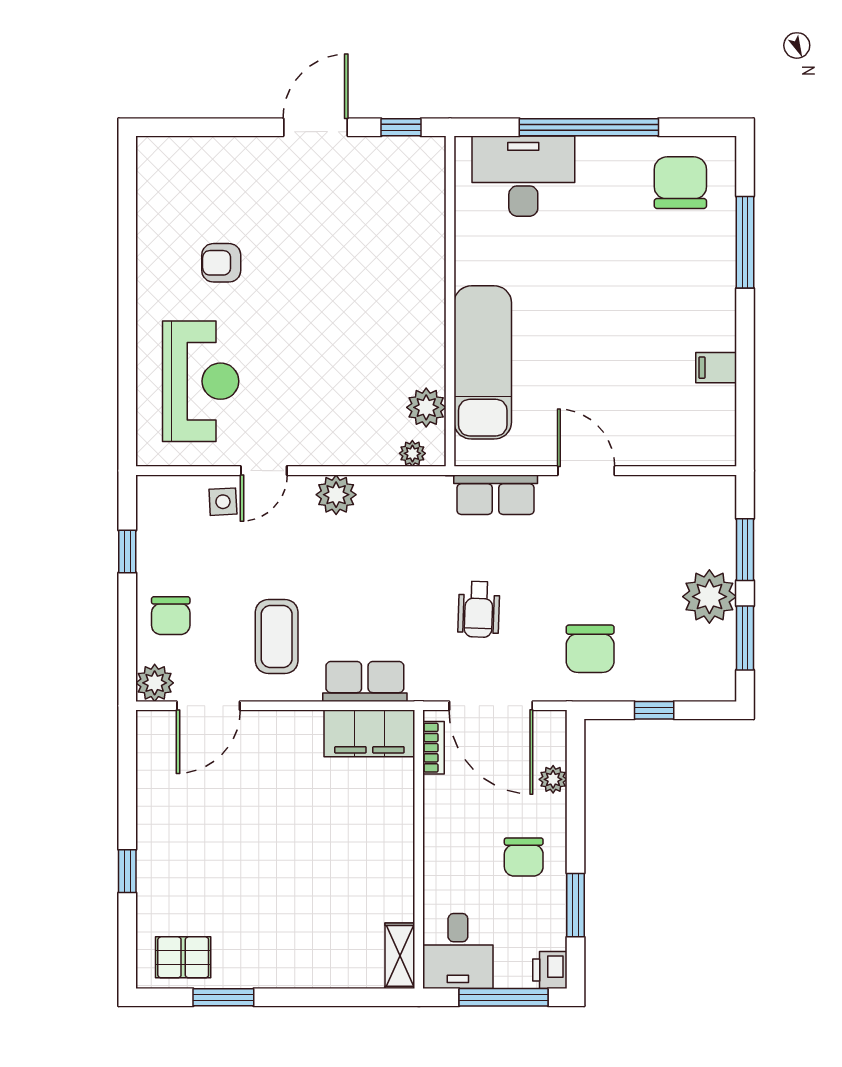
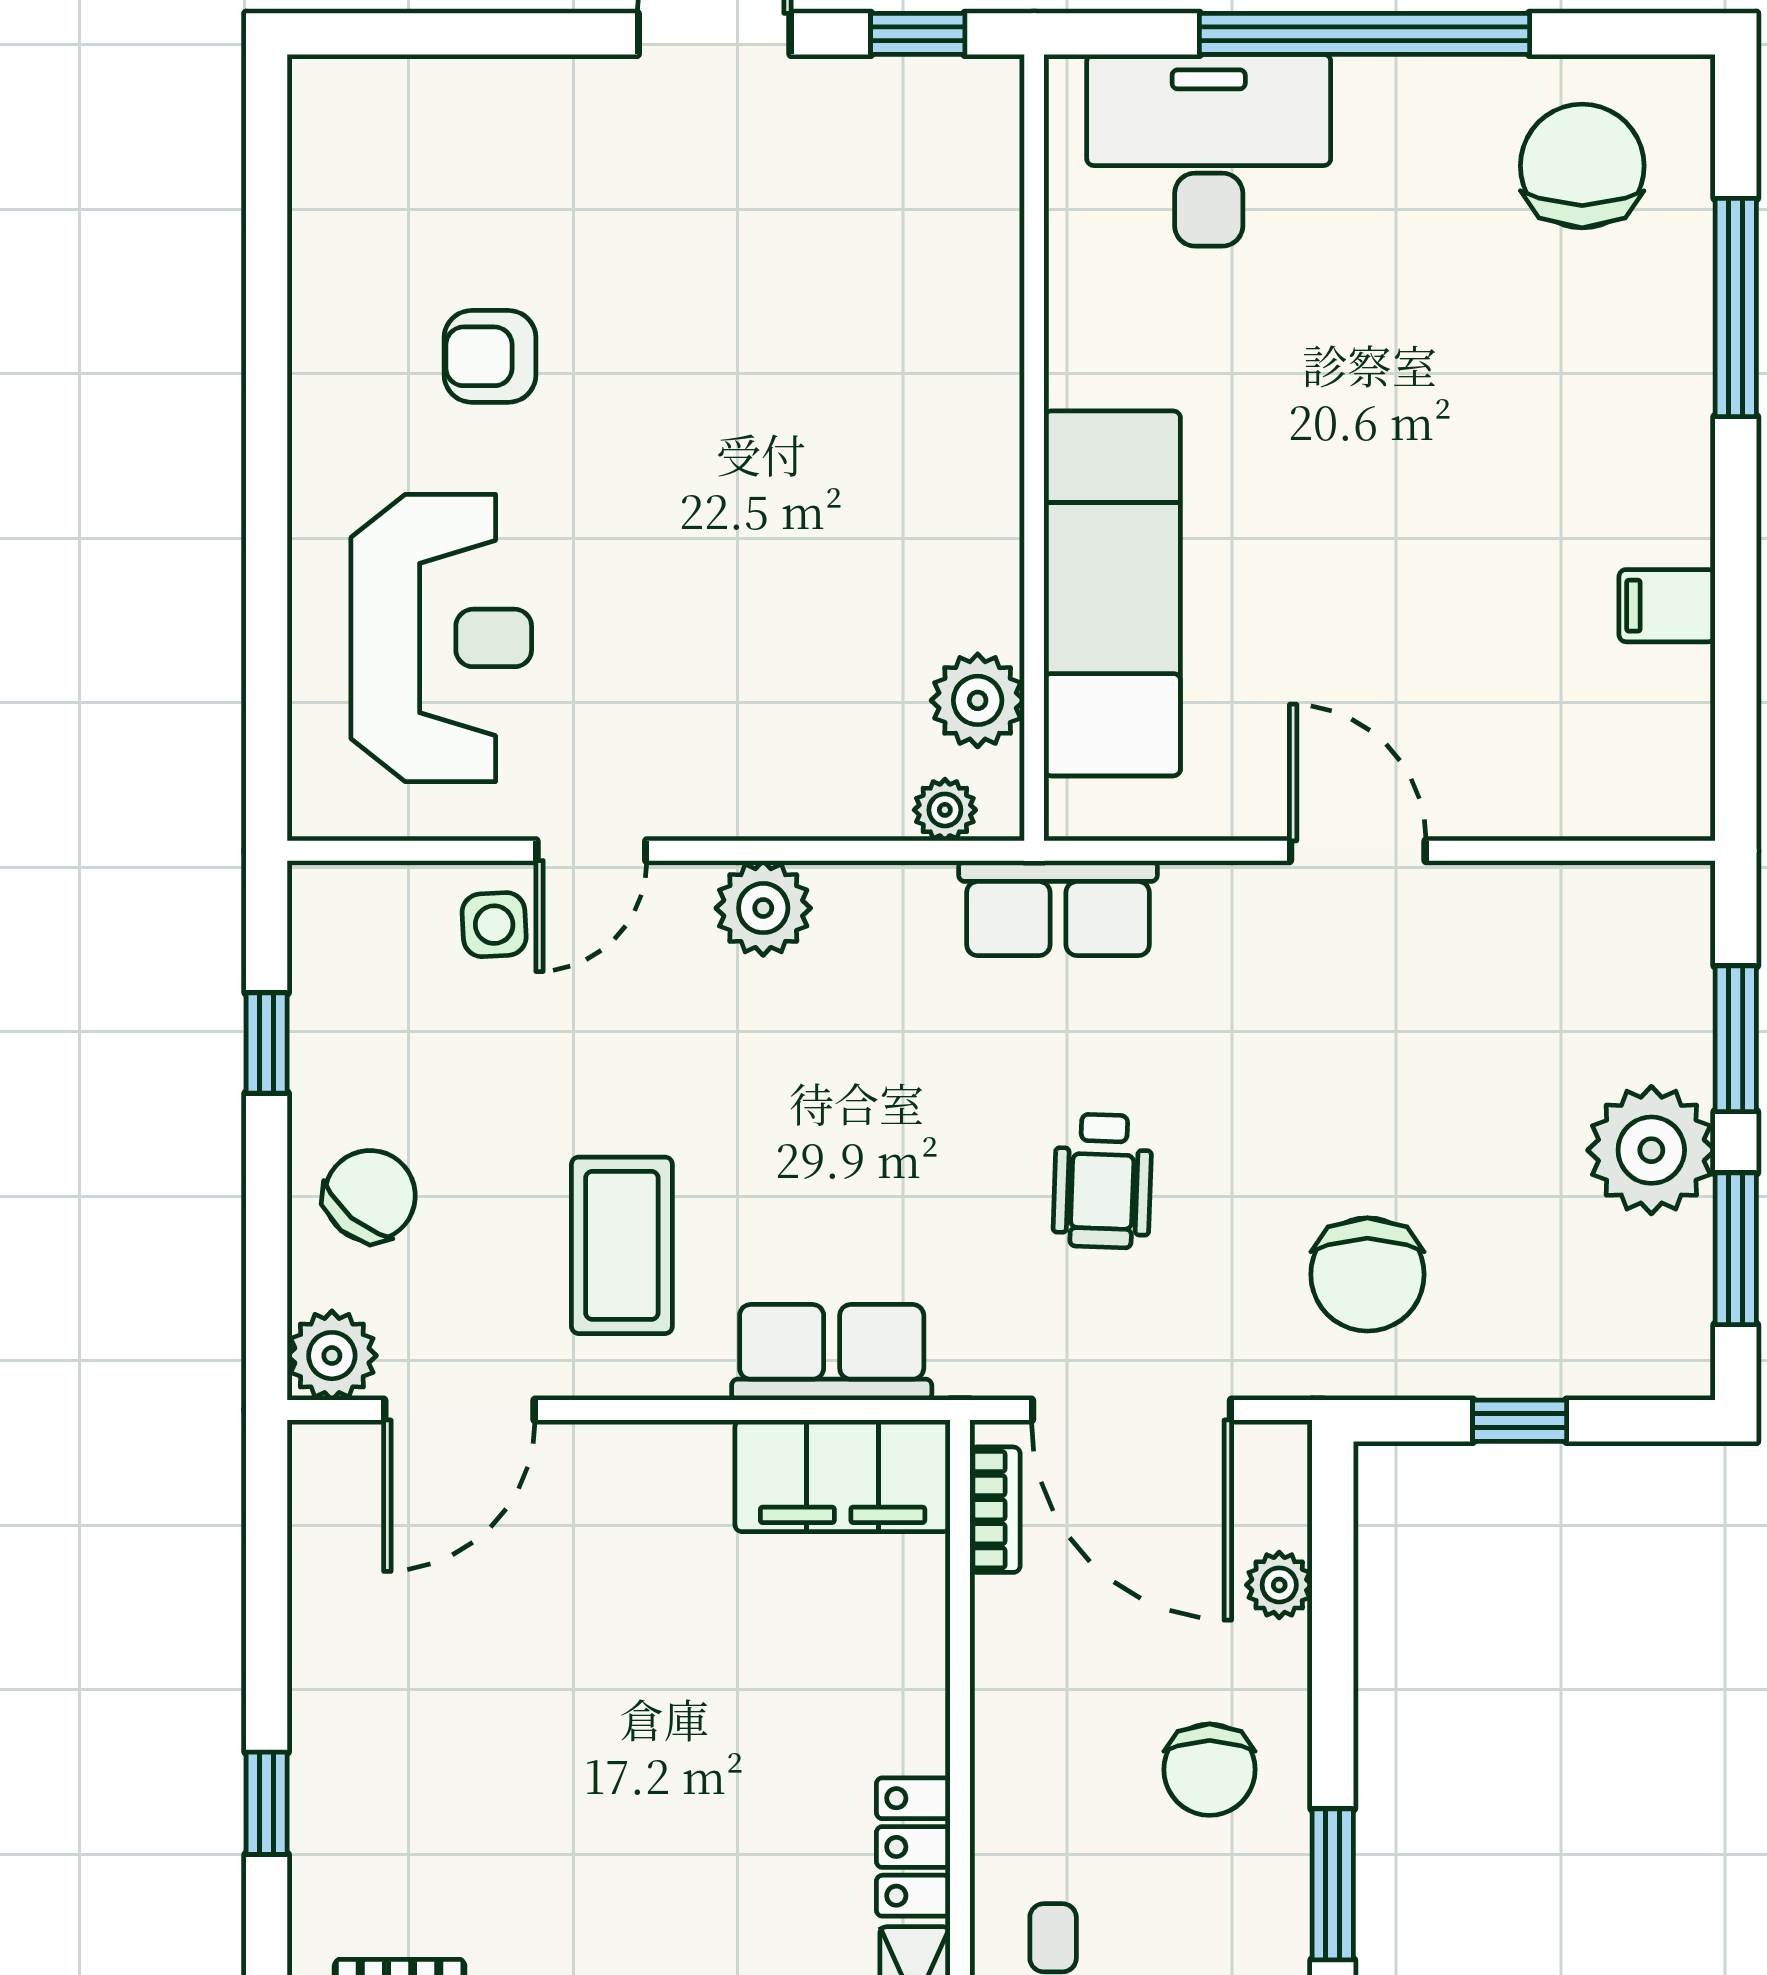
row of seats: (496, 495) -> (1058, 908), moved
chair: (171, 616) -> (370, 1196), turned -140
locker: (399, 889) -> (913, 1847), added

